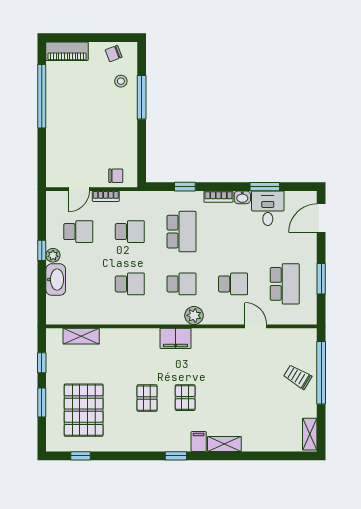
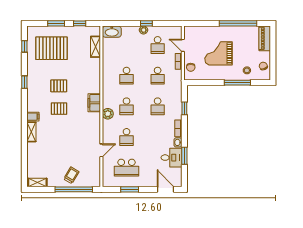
grand piano: (92, 129) -> (219, 53), added
school desk: (181, 232) -> (158, 106), width x0.54
washbasin: (56, 280) -> (112, 32), moved
window: (176, 456) -> (24, 82), moved

